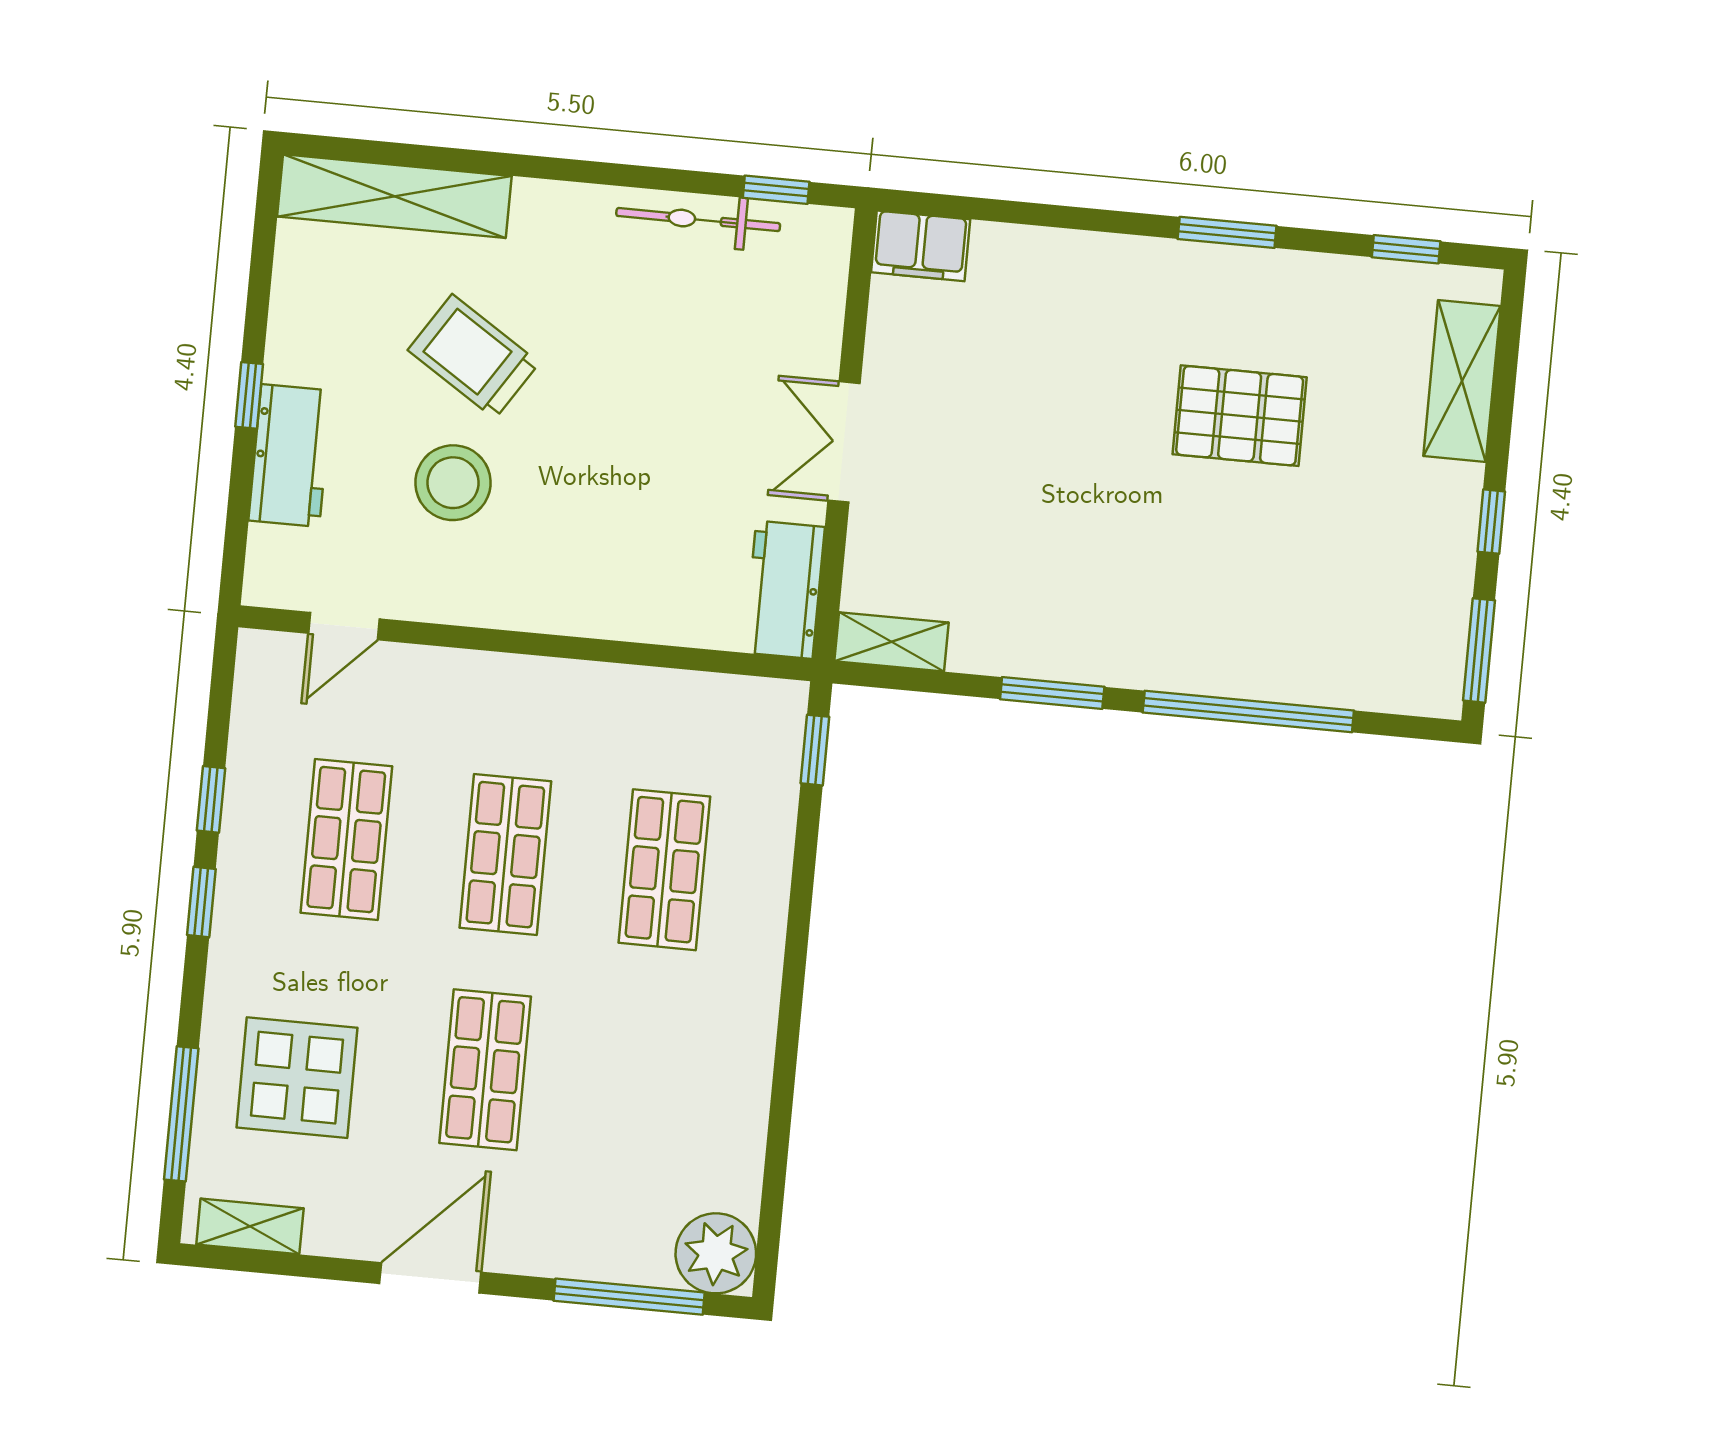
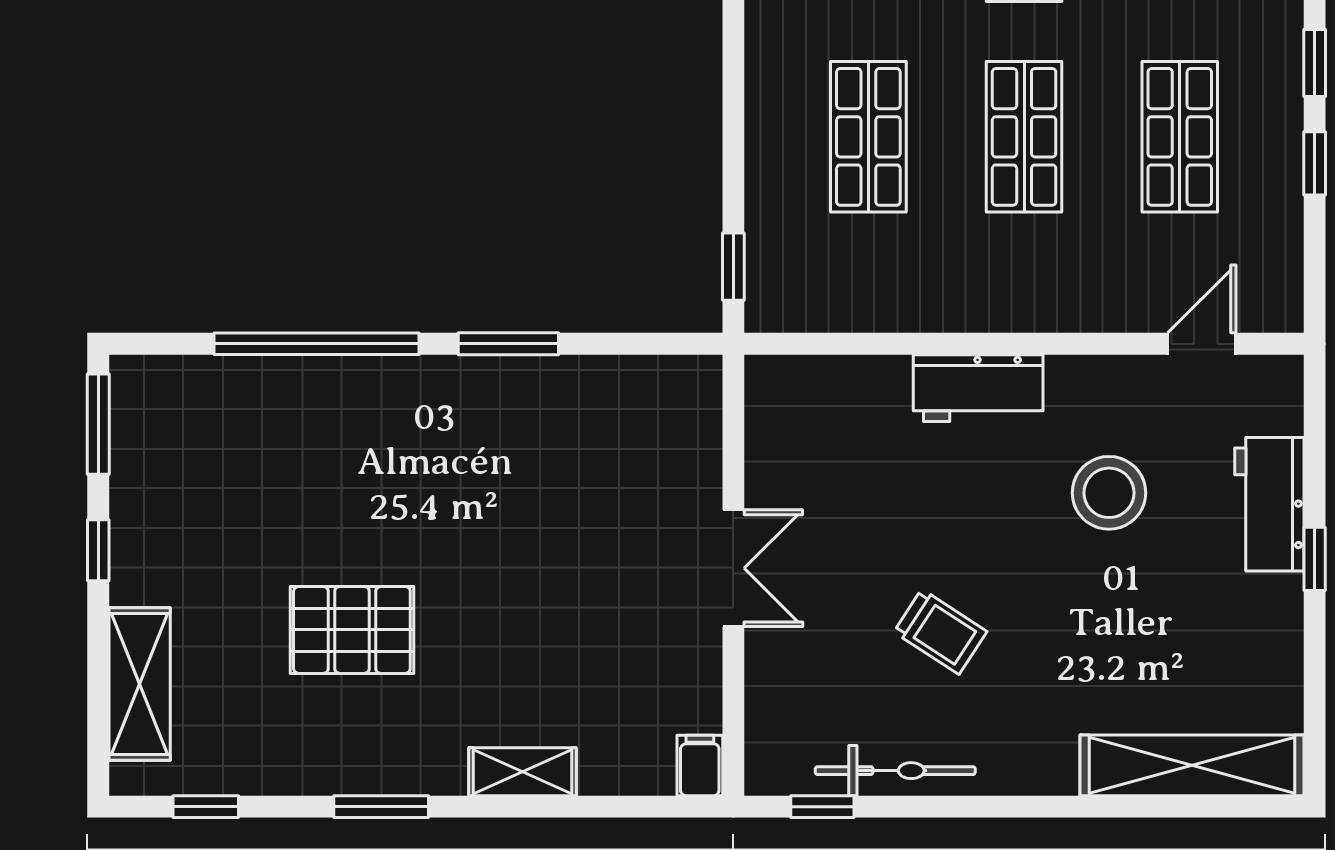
filing cabinet: (921, 246) -> (700, 765), width x0.50
trolley: (474, 356) -> (940, 632), moved, width x0.73, depth x0.72
workbench: (784, 590) -> (978, 388), moved, turned 90
shelving: (891, 642) -> (523, 772), moved

